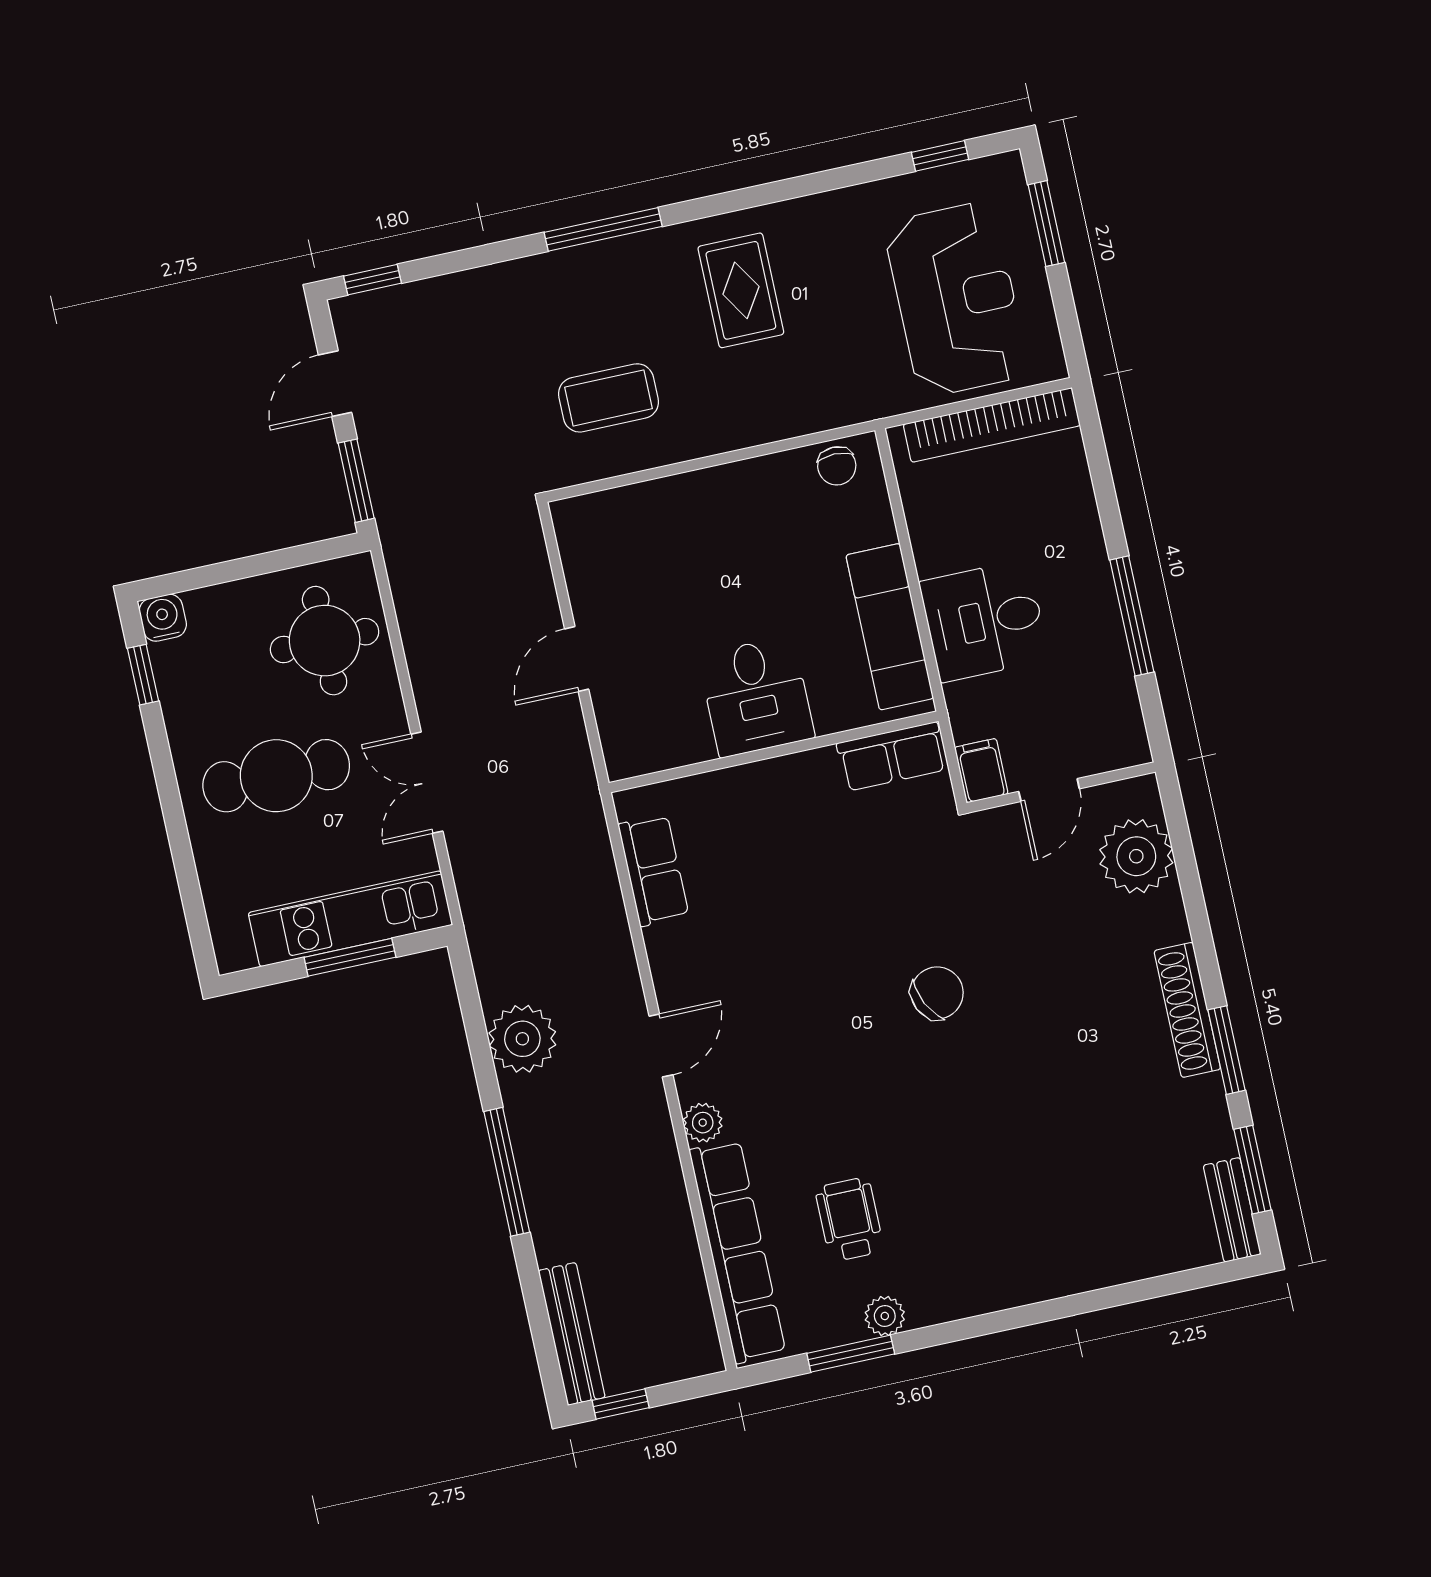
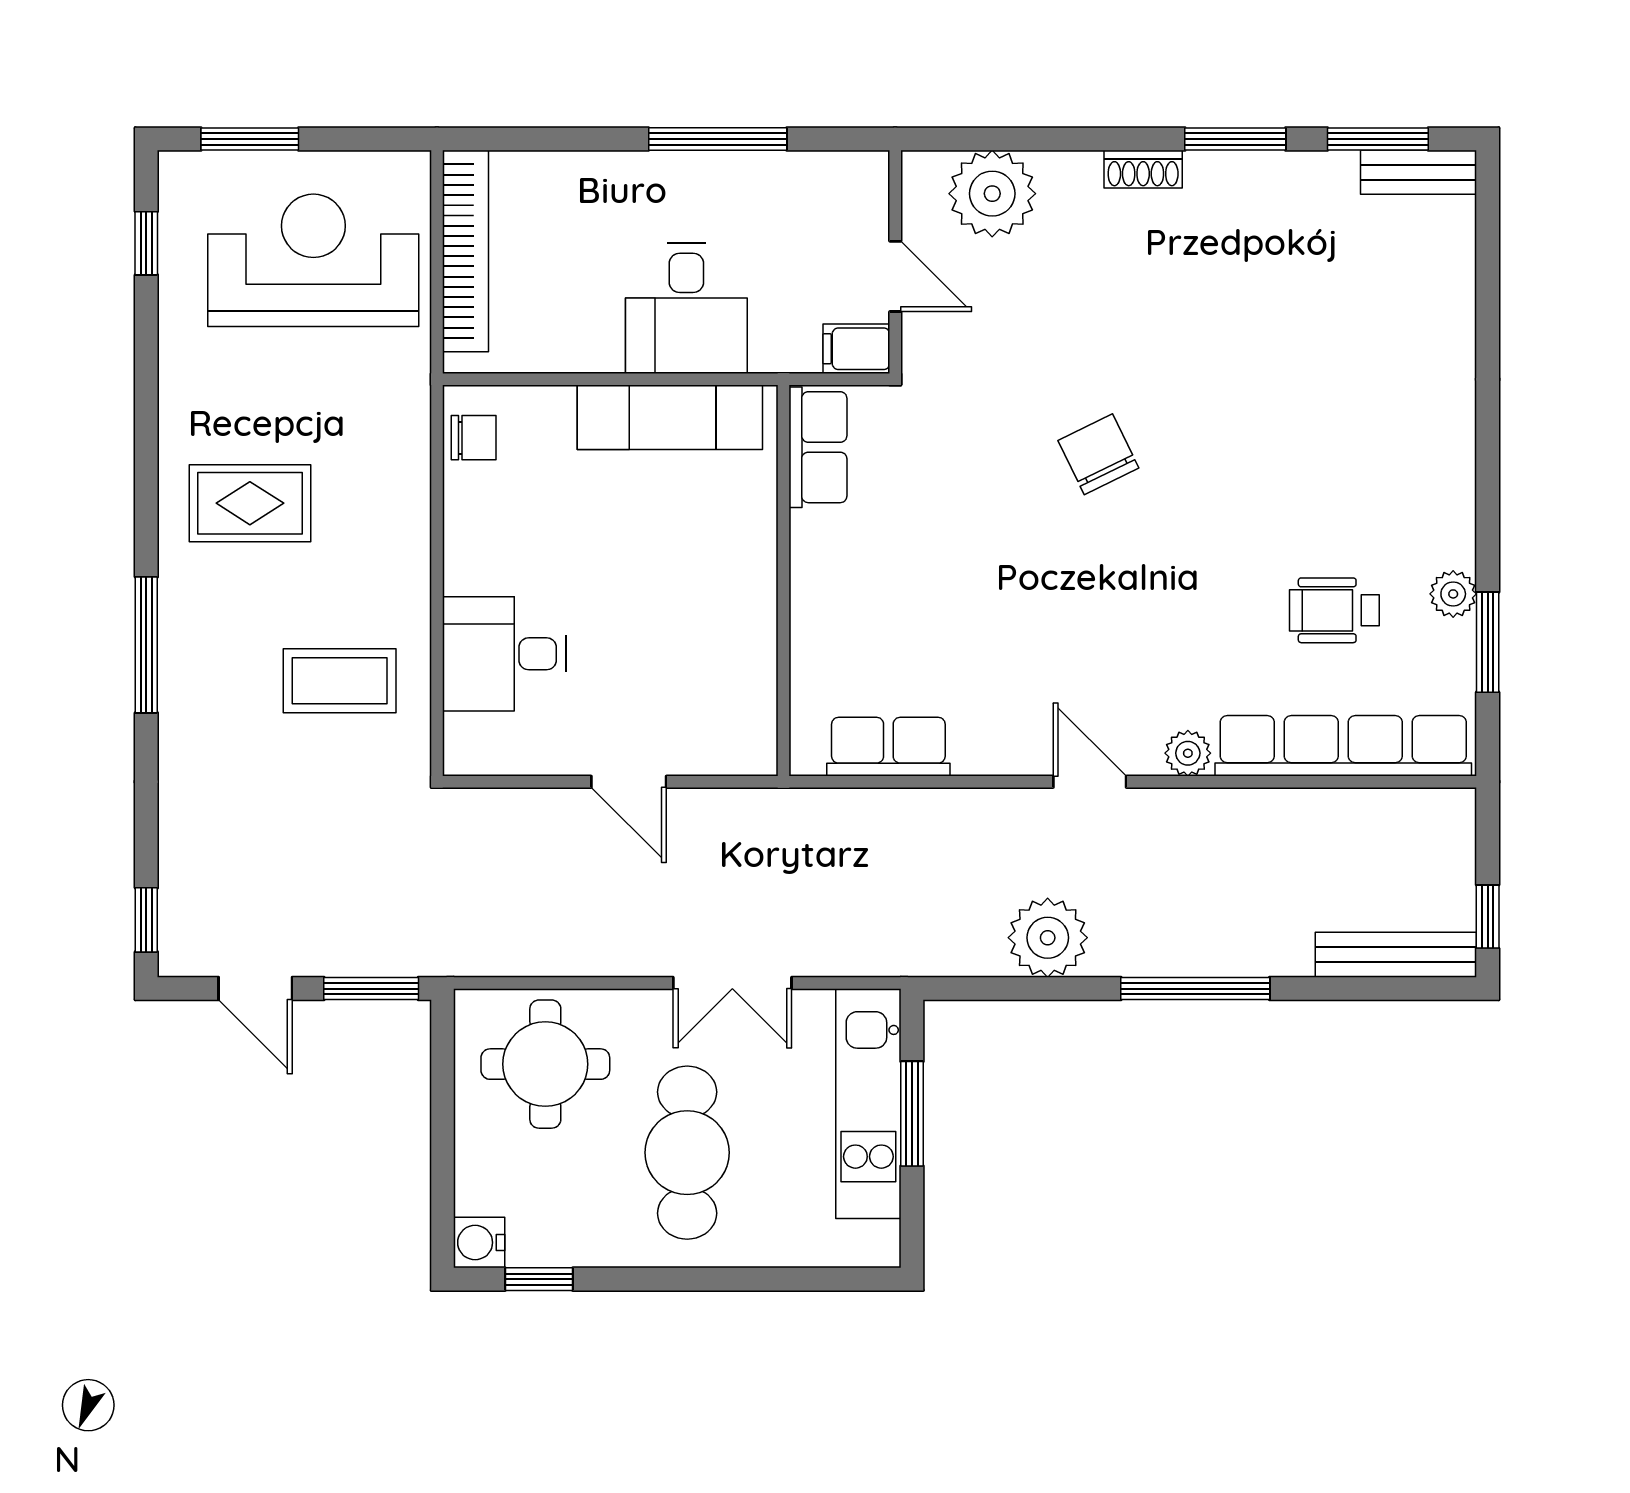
coffee table: (608, 398) -> (340, 681), turned 90
desk: (756, 696) -> (504, 654), moved, turned 180
shoe rack: (1187, 1010) -> (1143, 169), width x0.51, depth x0.81

